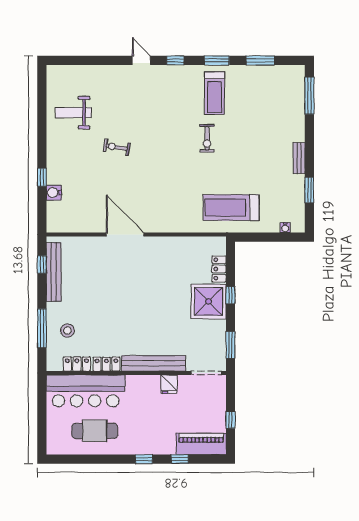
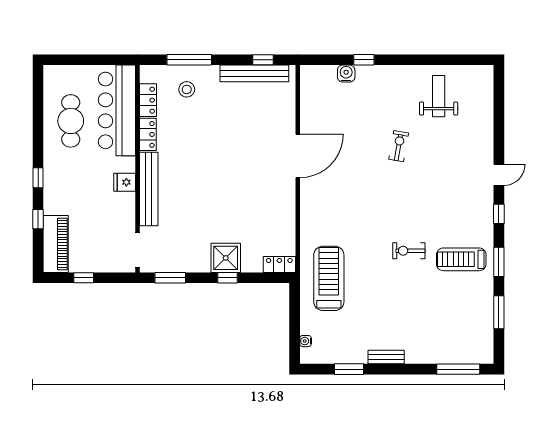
locker: (219, 269) -> (279, 265), moved
shower: (209, 301) -> (226, 258), width x0.73, depth x0.73
fridge: (169, 384) -> (125, 182), moved

